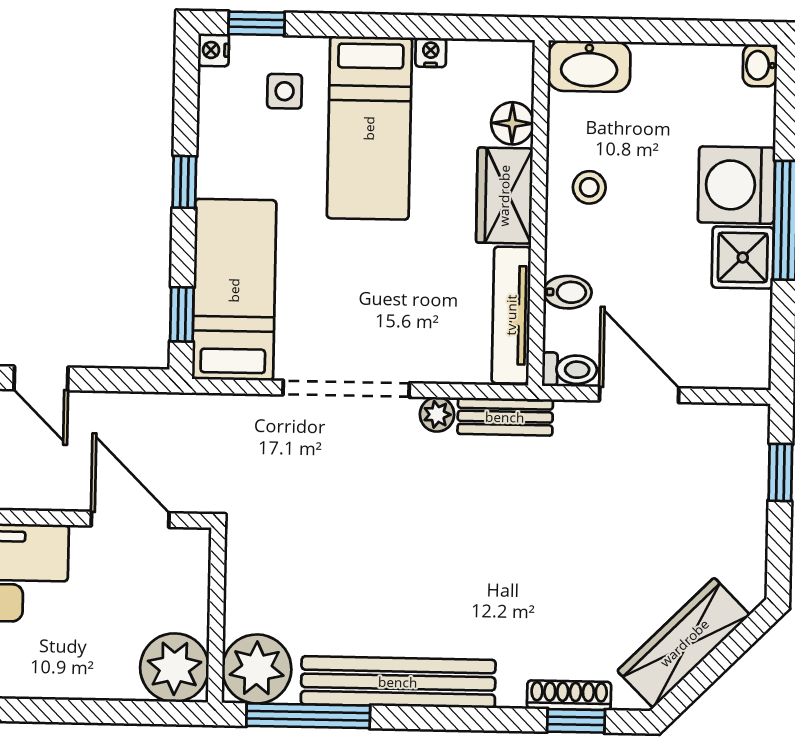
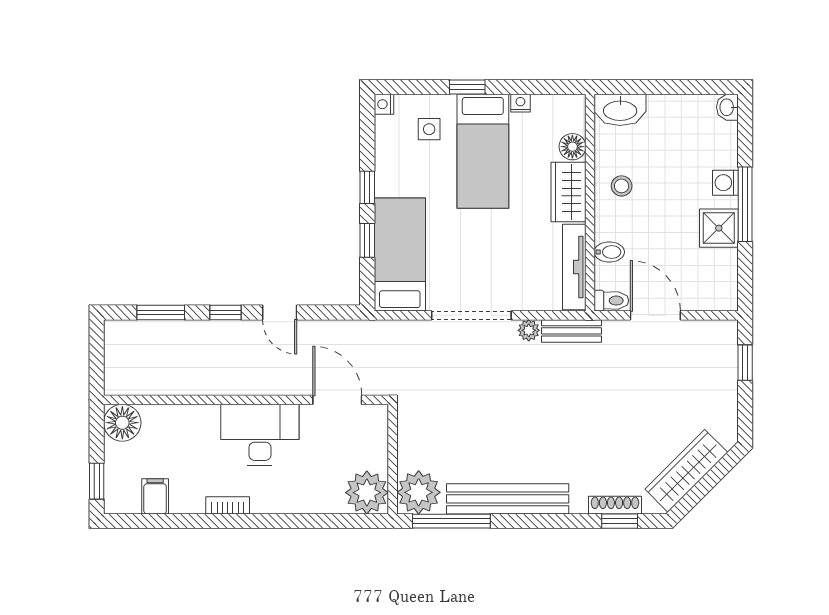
window: (257, 23) -> (467, 87), moved
washing machine: (737, 185) -> (725, 183), width x0.53, depth x0.53
window: (182, 314) -> (367, 240), moved

